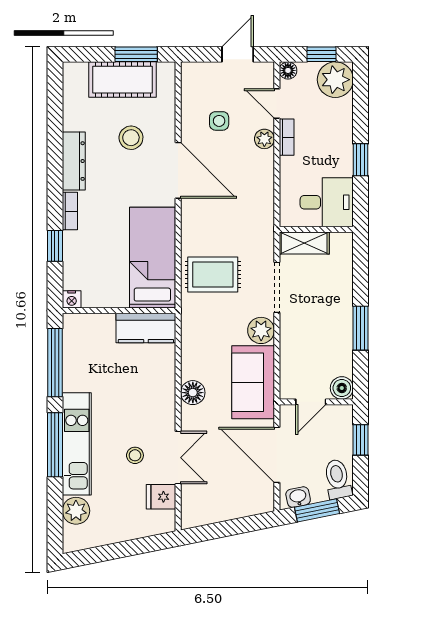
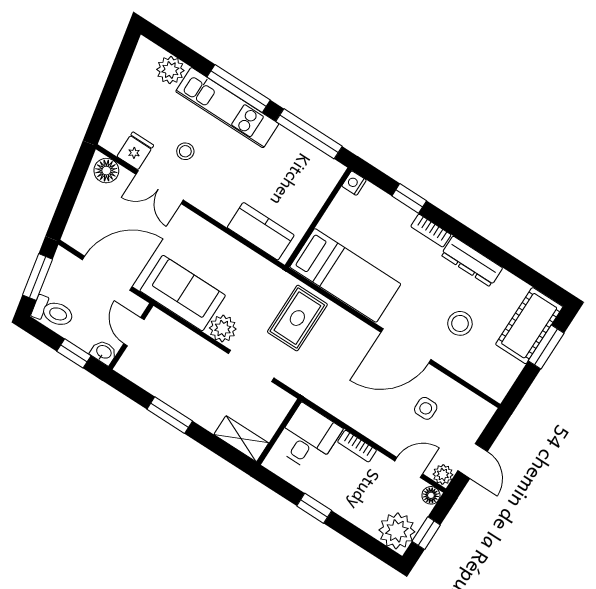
window: (136, 54) -> (546, 347), moved
cot: (123, 80) -> (529, 326), moved
bookcase: (287, 137) -> (357, 446), moved
plant: (264, 139) -> (443, 474), moved
desk: (327, 202) -> (308, 438), moved, turned 180
shelving: (304, 243) -> (241, 439), moved, turned 90
kitchen counter: (146, 328) -> (261, 231), moved, turned 90
boiler: (342, 388) -> (129, 366), removed
floor lamp: (193, 393) -> (106, 171), moved
washbasin: (298, 497) -> (104, 352), moved, turned -79

